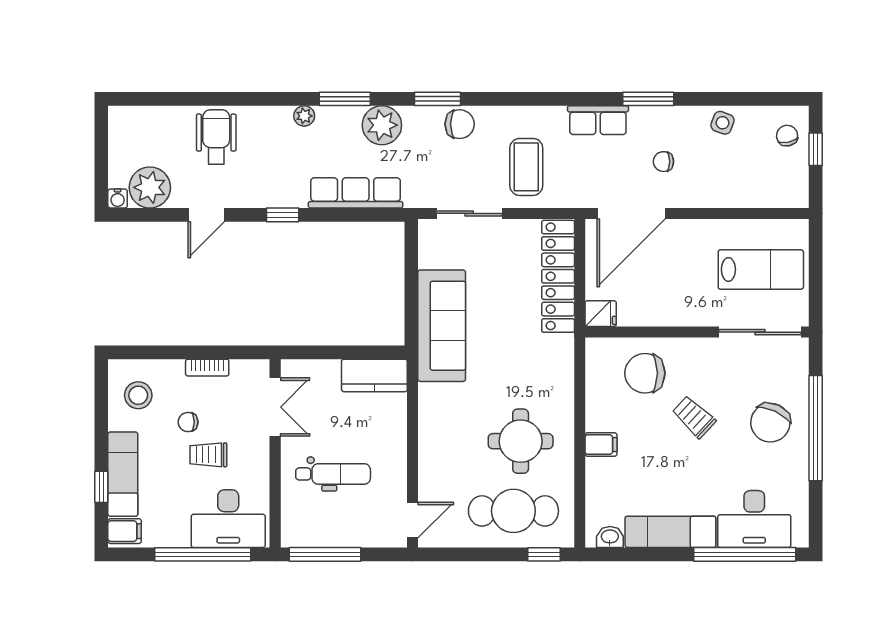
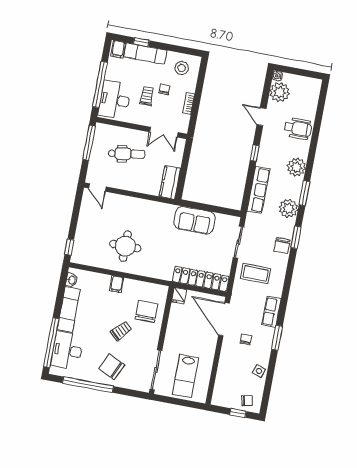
plant: (304, 116) -> (296, 167), width x1.87, depth x1.87
sofa: (442, 326) -> (195, 220), width x0.73
window: (816, 428) -> (88, 385), moved
dental chair: (333, 474) -> (127, 154), turned -99
cafe table: (513, 511) -> (93, 236), removed

